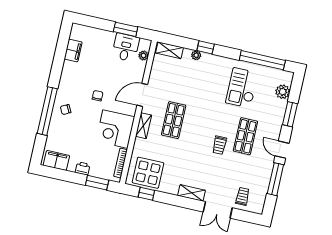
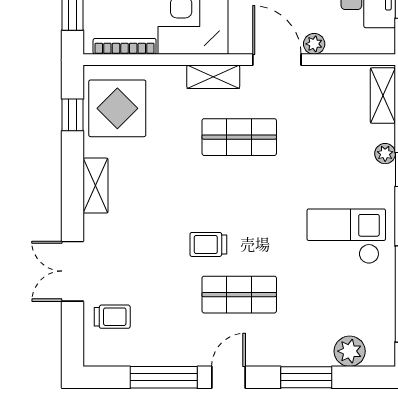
plant: (144, 55) -> (314, 44), moved
checkout: (242, 88) -> (346, 236), moved
shelving: (191, 193) -> (96, 186), moved

